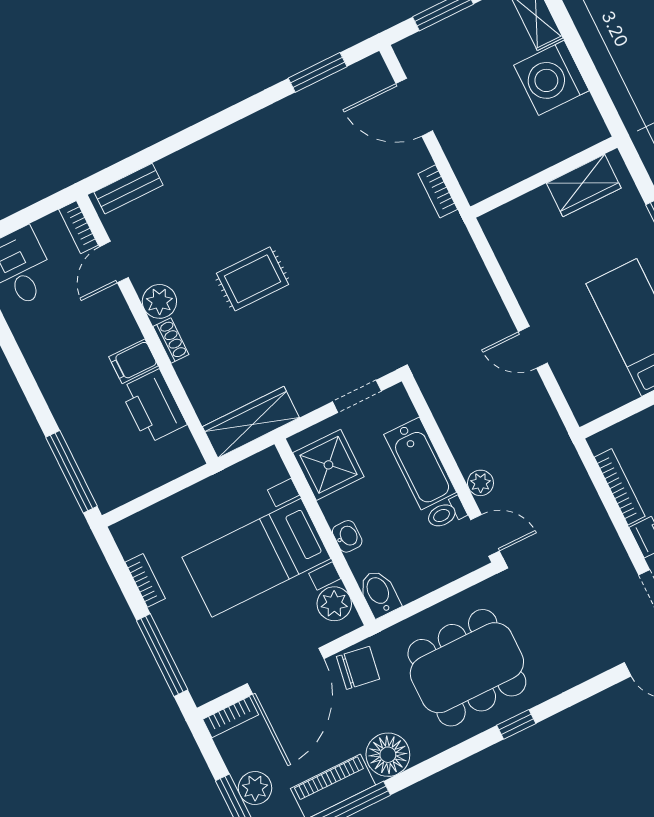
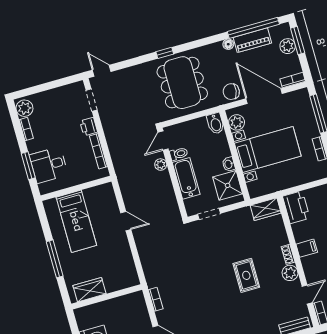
rug: (252, 279) -> (246, 275), turned 90
printer: (153, 406) -> (296, 207), moved
wardrobe: (251, 422) -> (266, 209), width x0.67
door: (485, 535) -> (163, 141), hinge flipped
washbasin: (347, 536) -> (229, 164), moved
dining table: (467, 668) -> (182, 83), turned 90
door: (286, 671) -> (264, 96), hinge flipped
floor lamp: (388, 755) -> (228, 44), width x0.53, depth x0.53

